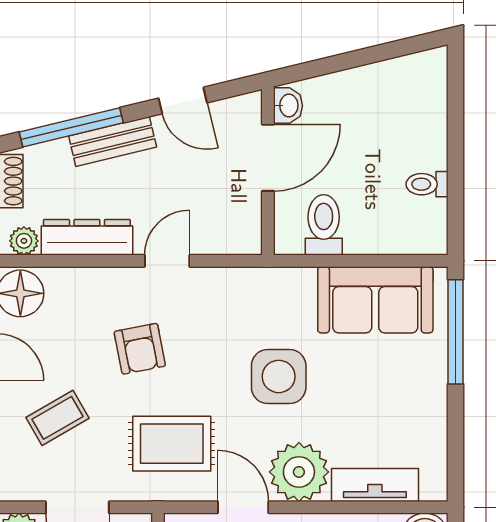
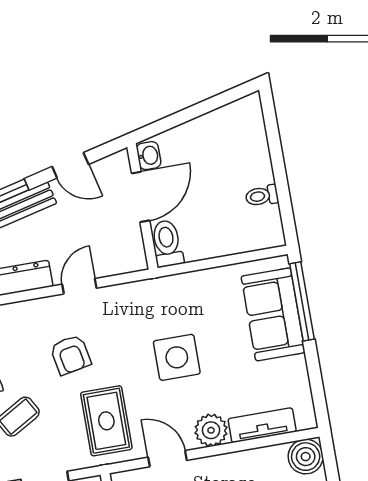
toilet: (324, 225) -> (167, 243), moved
sofa: (375, 300) -> (273, 314), moved, turned 90
rug: (172, 444) -> (106, 421), turned 90
plant: (299, 472) -> (211, 430), width x0.73, depth x0.73

